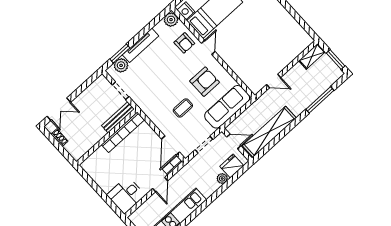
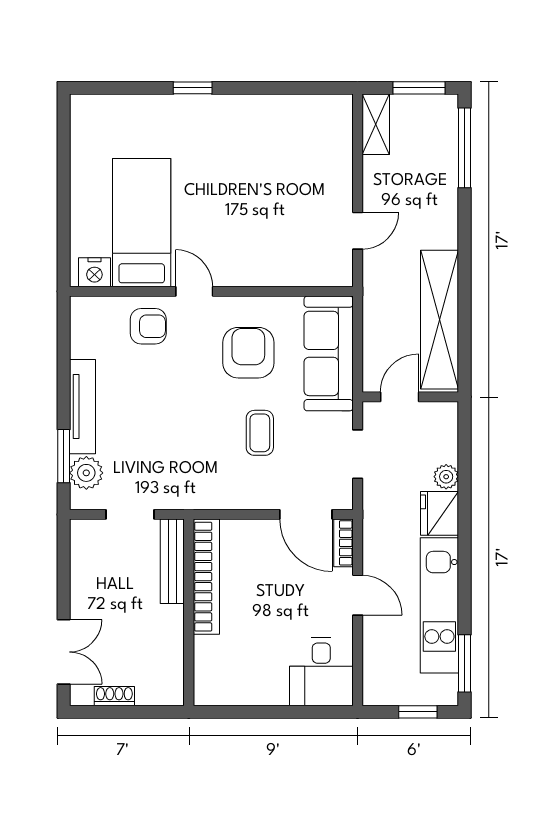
plant: (171, 20) -> (86, 312), removed
window: (320, 100) -> (465, 148), moved
fridge: (232, 166) -> (440, 513), moved

